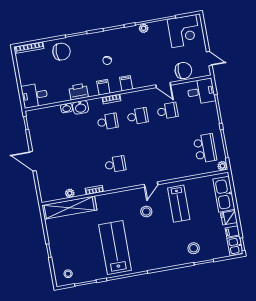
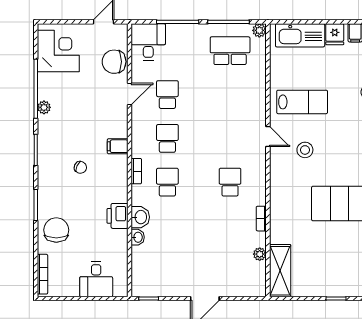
chair: (183, 71) -> (114, 62), turned -90
filing cabinet: (103, 87) -> (118, 180), removed
desk: (35, 95) -> (96, 279), moved
shelving: (69, 208) -> (280, 271), width x0.68

